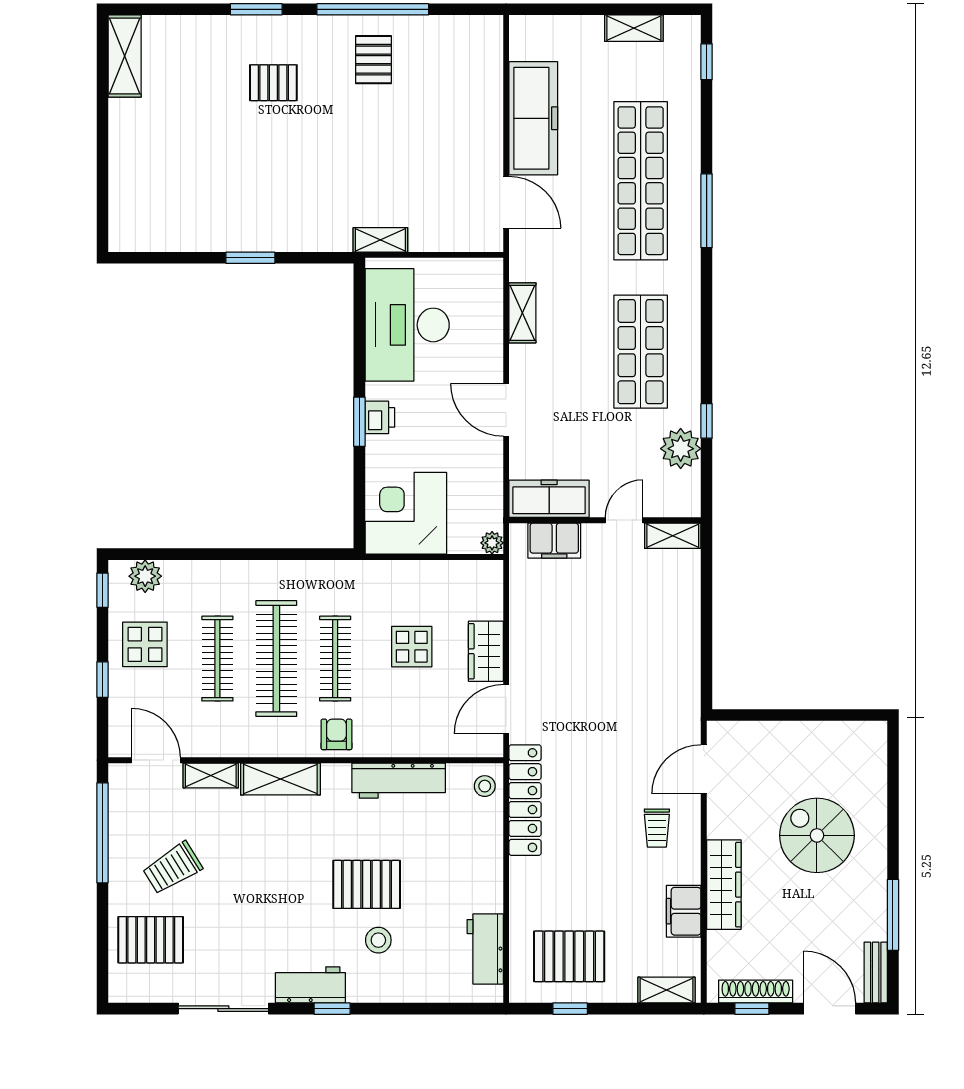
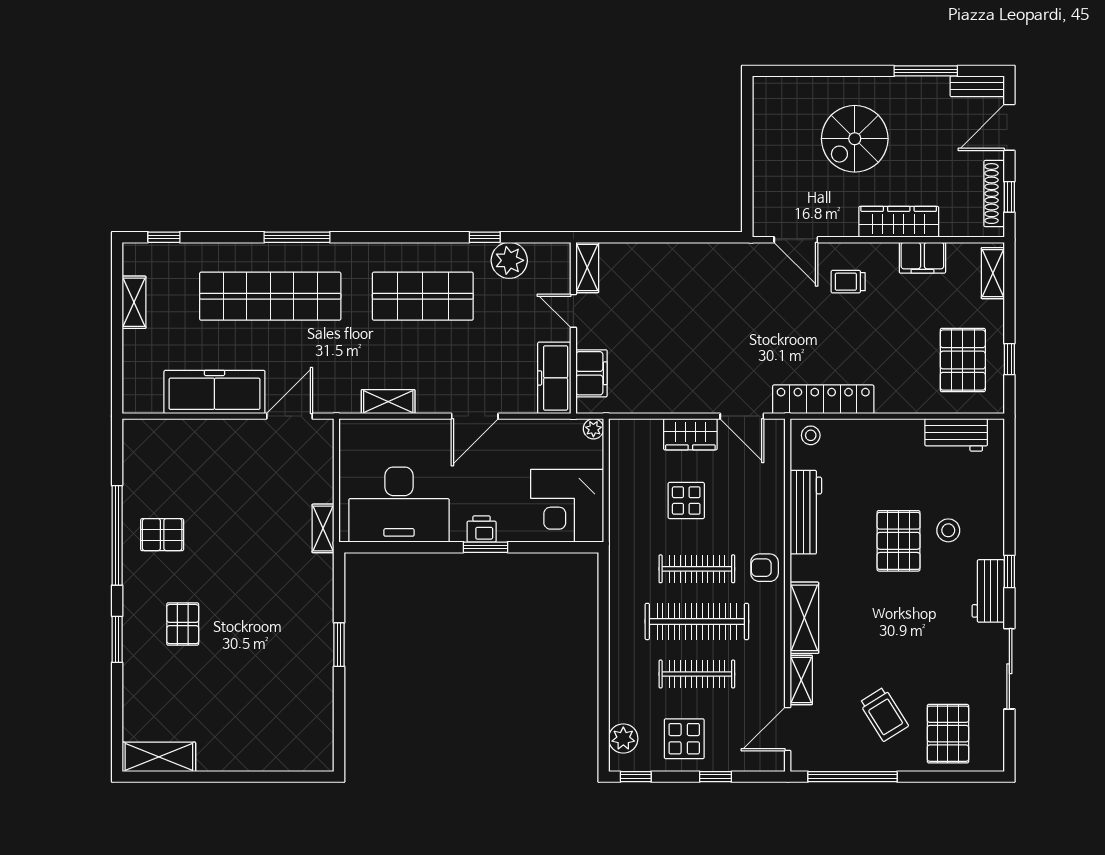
trolley: (657, 828) -> (848, 282), turned 180

